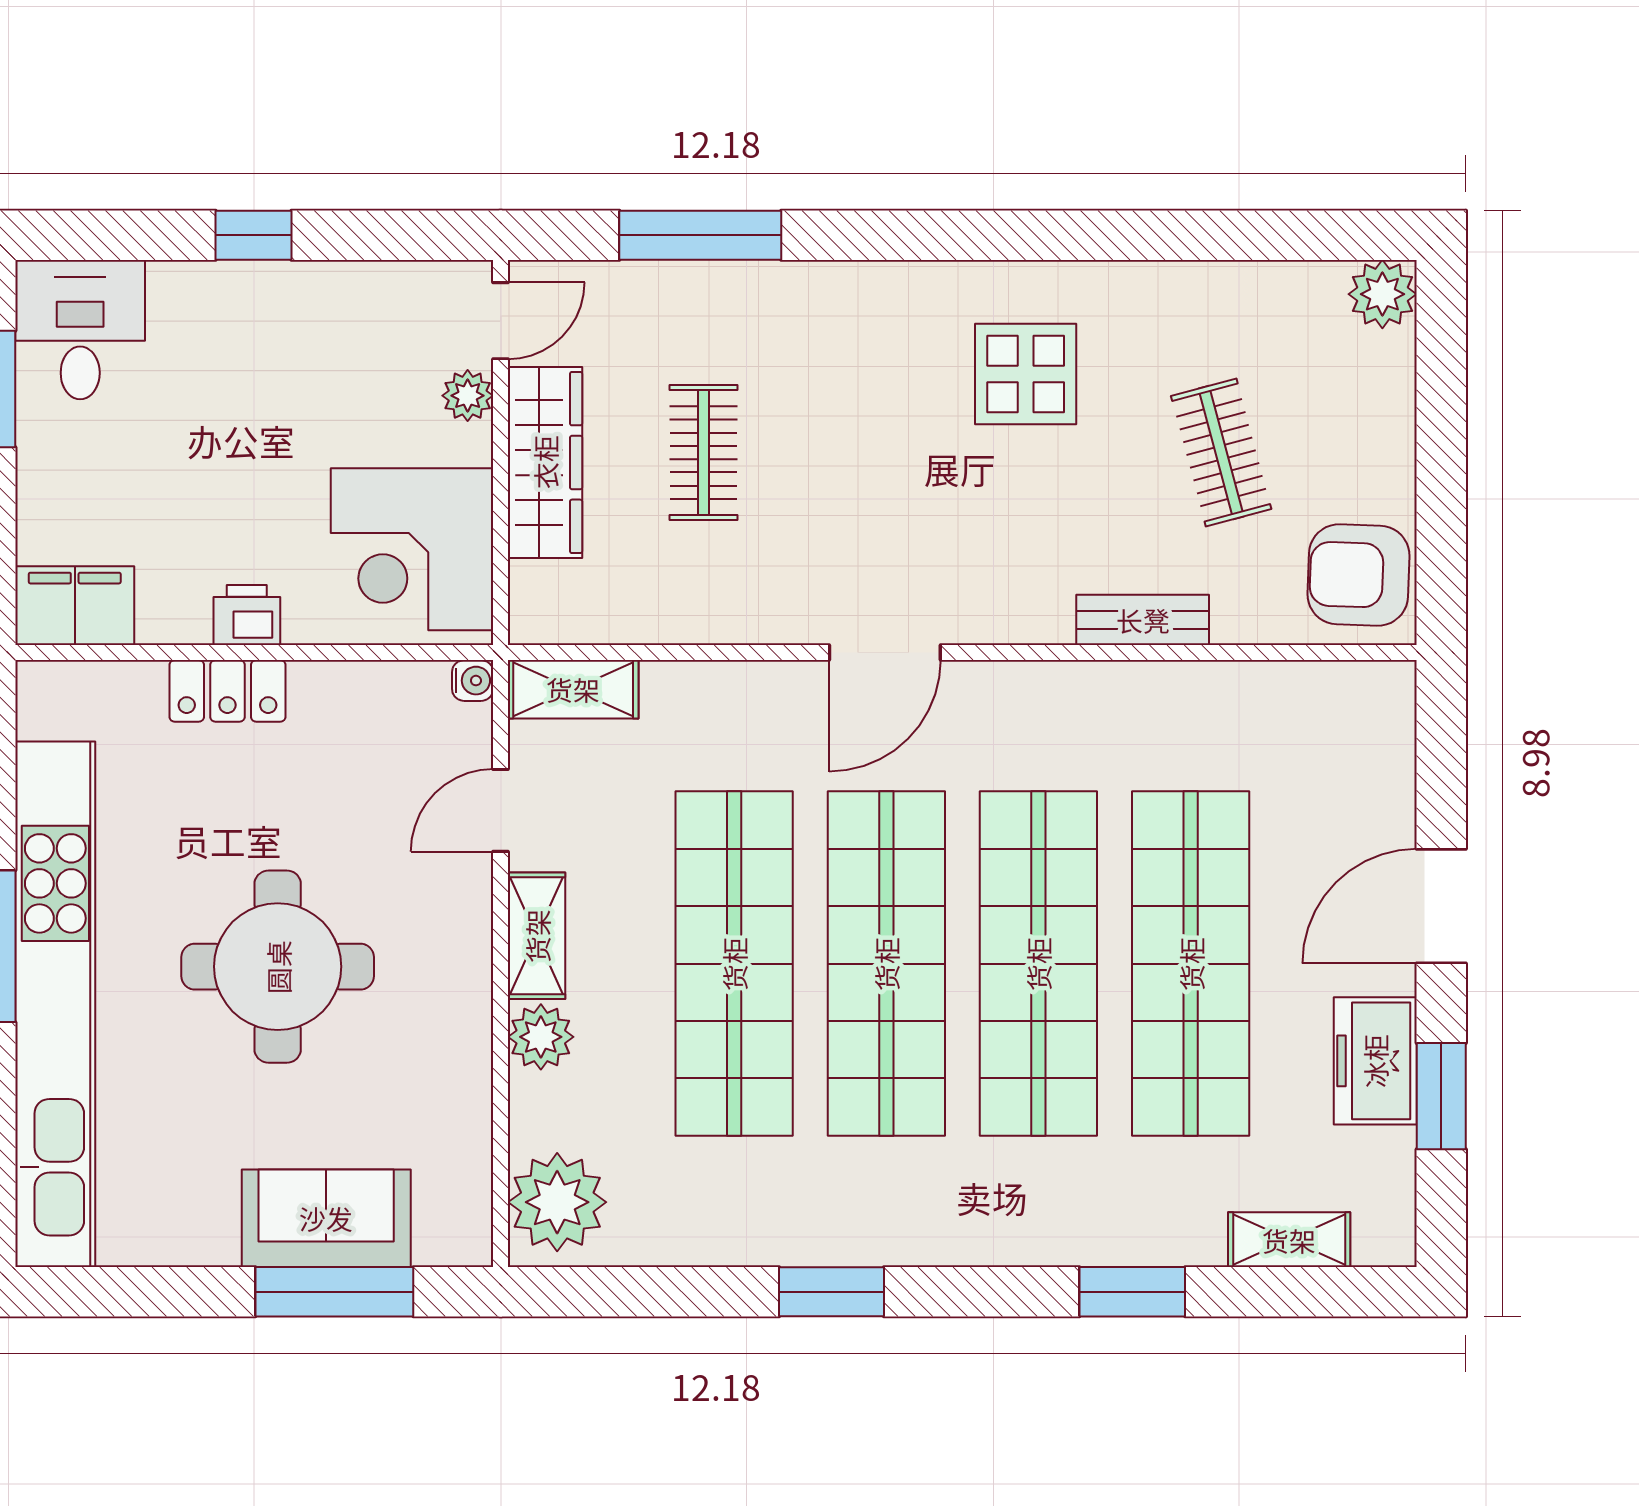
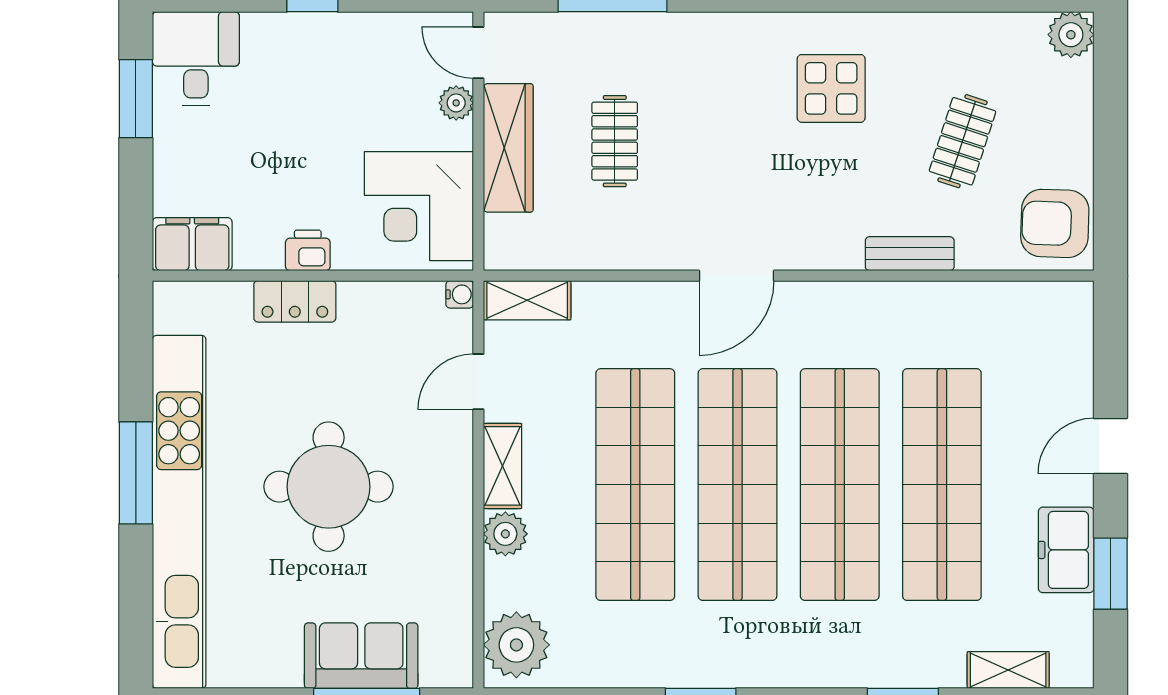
door: (501, 321) -> (478, 53), swing flipped
clothes rail: (1221, 453) -> (963, 141), turned 33
door: (1441, 906) -> (1110, 446), width x0.73

